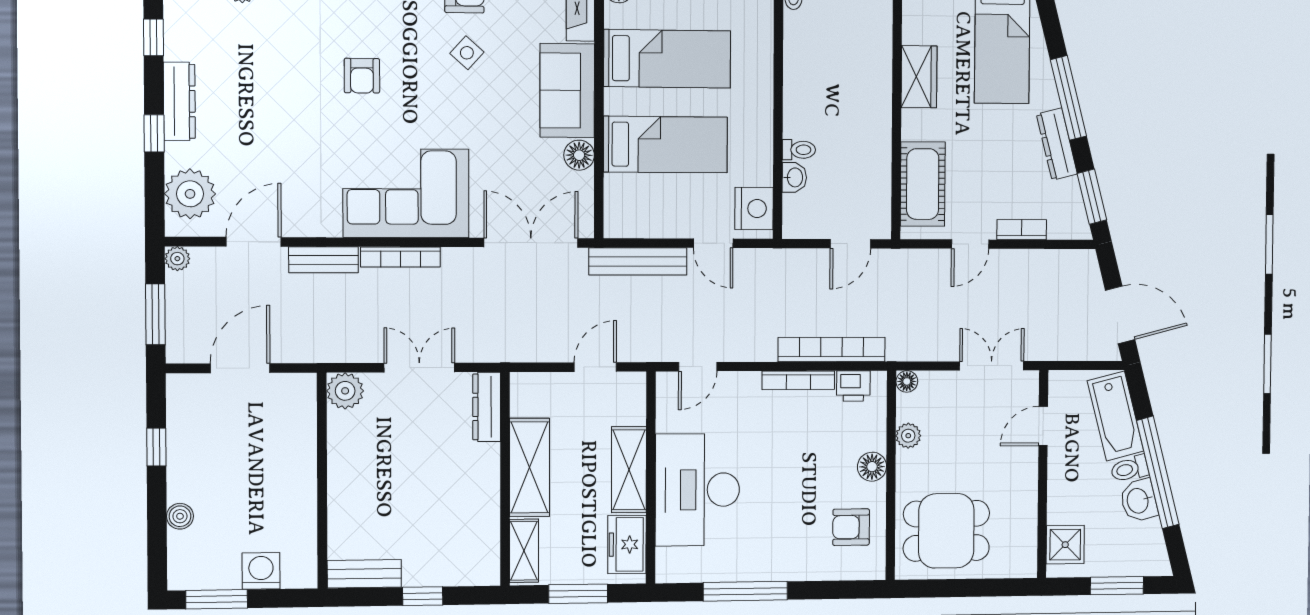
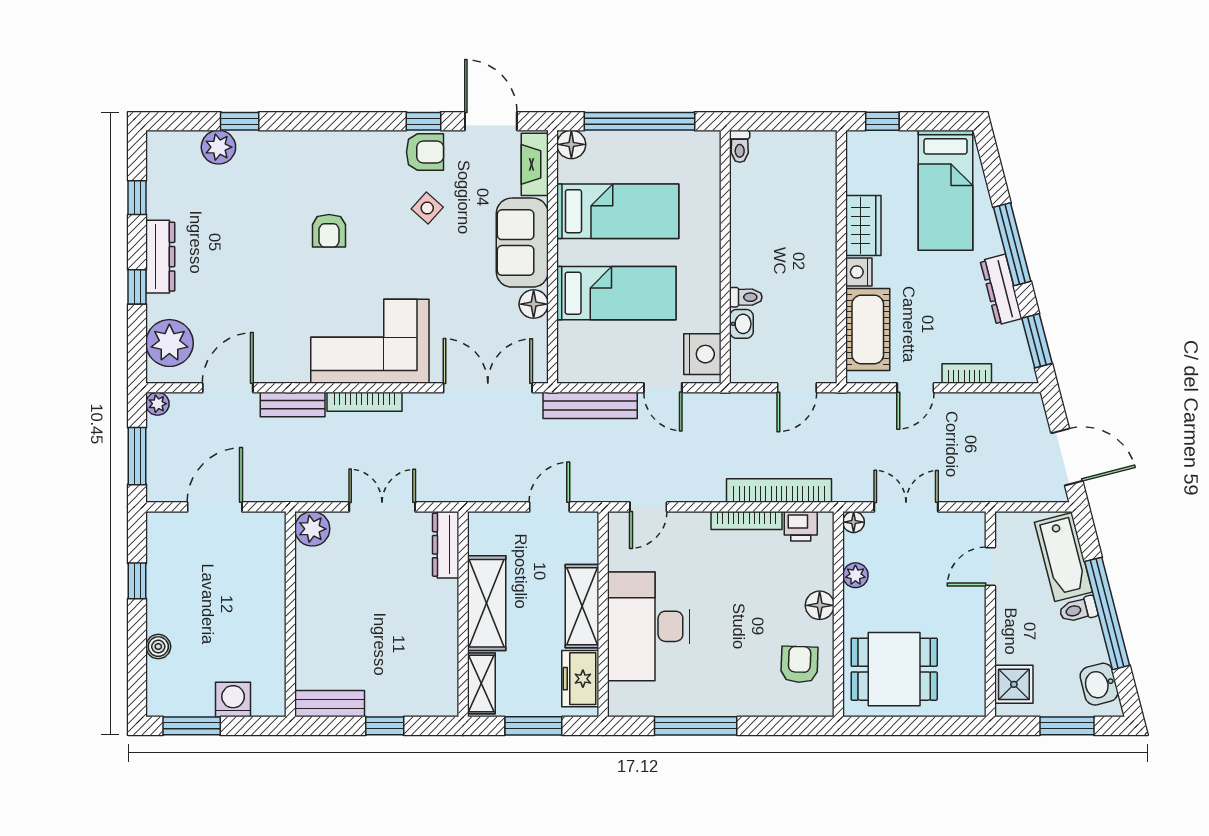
nightstand: (914, 125) -> (859, 272), added
double door: (992, 366) -> (906, 507), moved
washbasin: (1139, 501) -> (1099, 684), moved
armchair: (851, 527) -> (799, 664), turned 92

